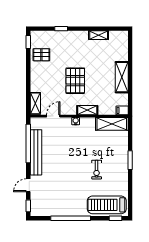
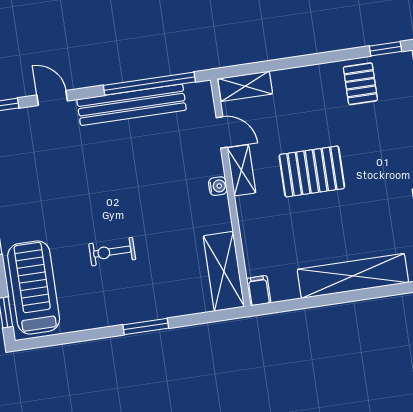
shelving: (122, 77) -> (353, 276), width x1.47
shelving: (87, 110) -> (241, 170), moved

